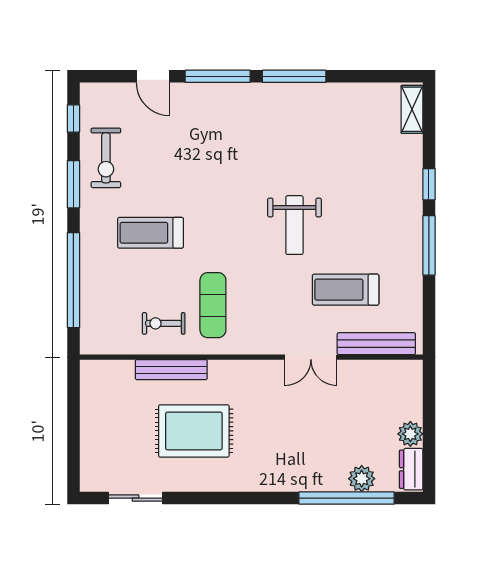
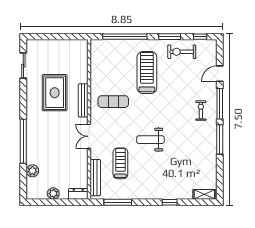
treadmill: (150, 233) -> (147, 73), width x1.37, depth x1.38
window: (429, 245) -> (118, 202), moved
exercise bike: (164, 323) -> (201, 110), moved
double door: (311, 357) -> (89, 136), moved
bench: (171, 370) -> (83, 100), moved
dresser: (411, 469) -> (78, 194), moved
window: (347, 498) -> (23, 141), moved

